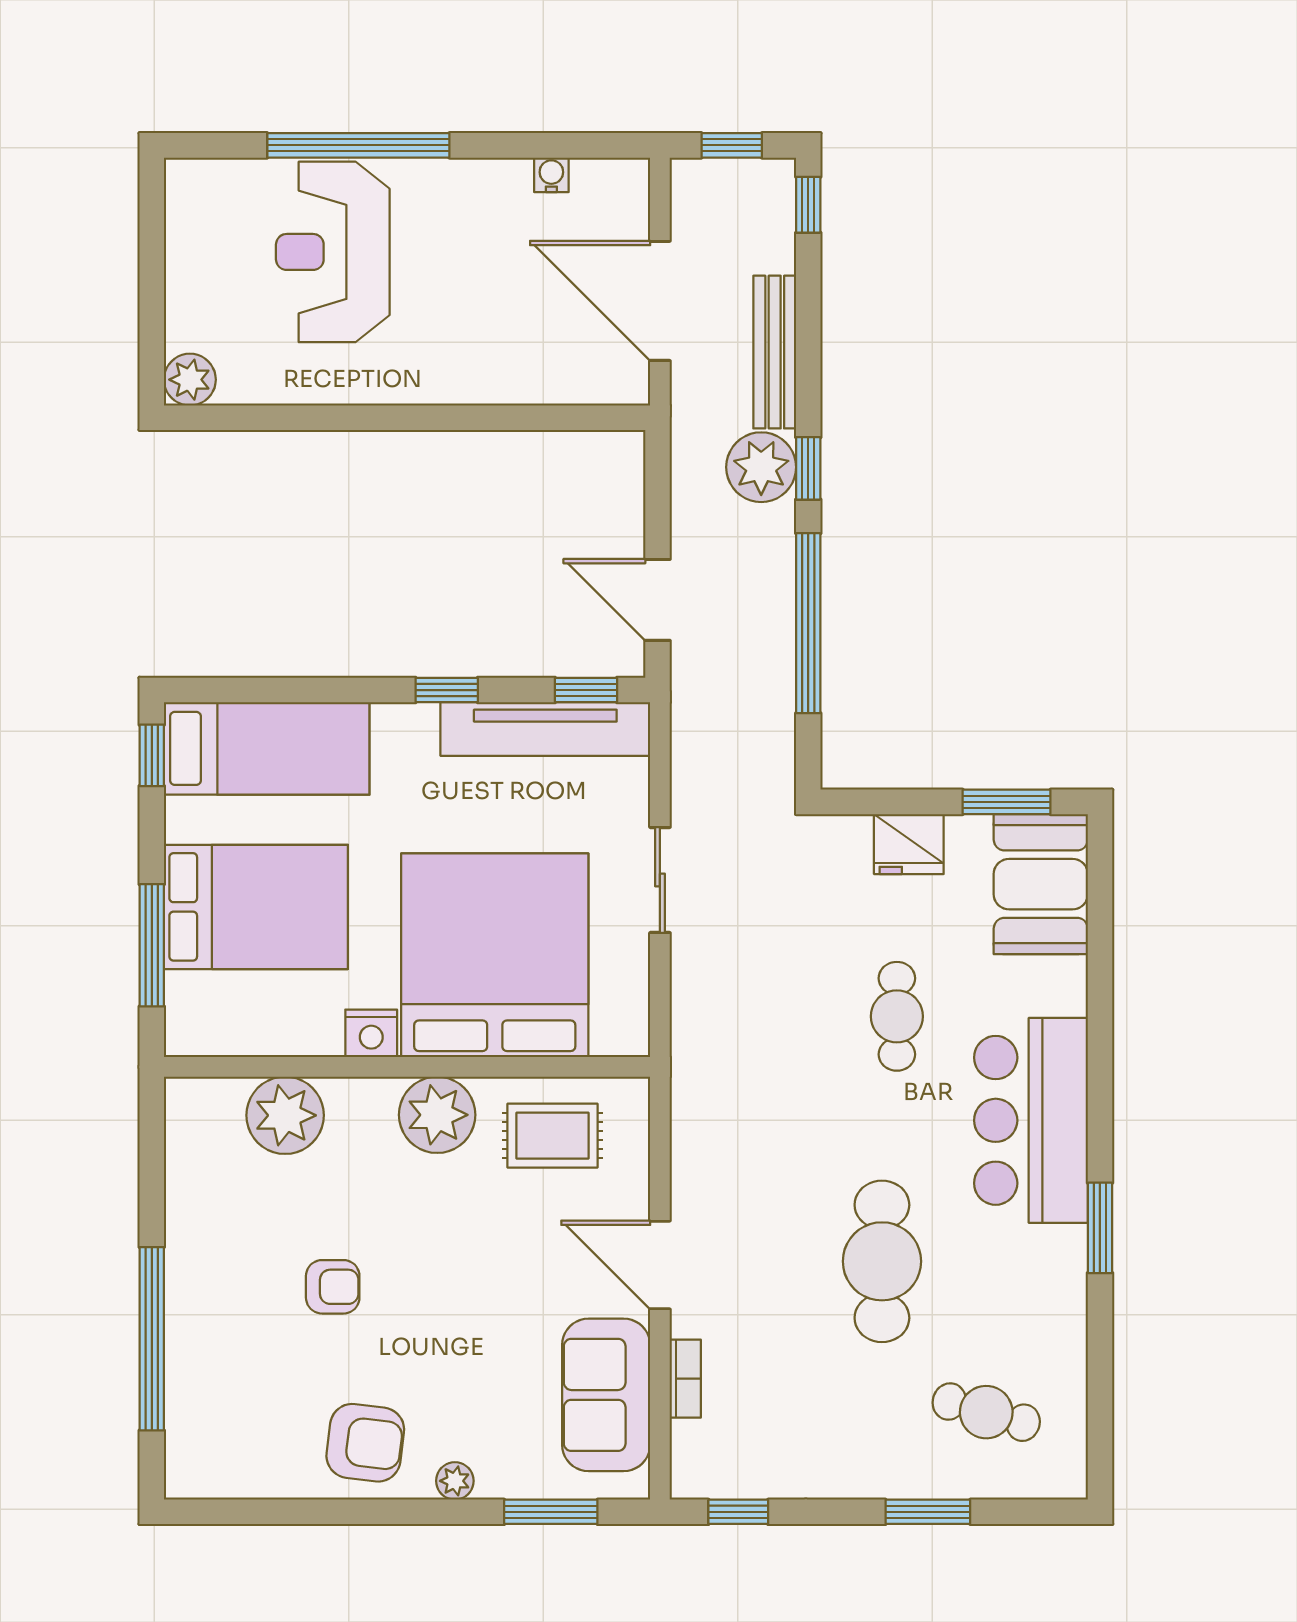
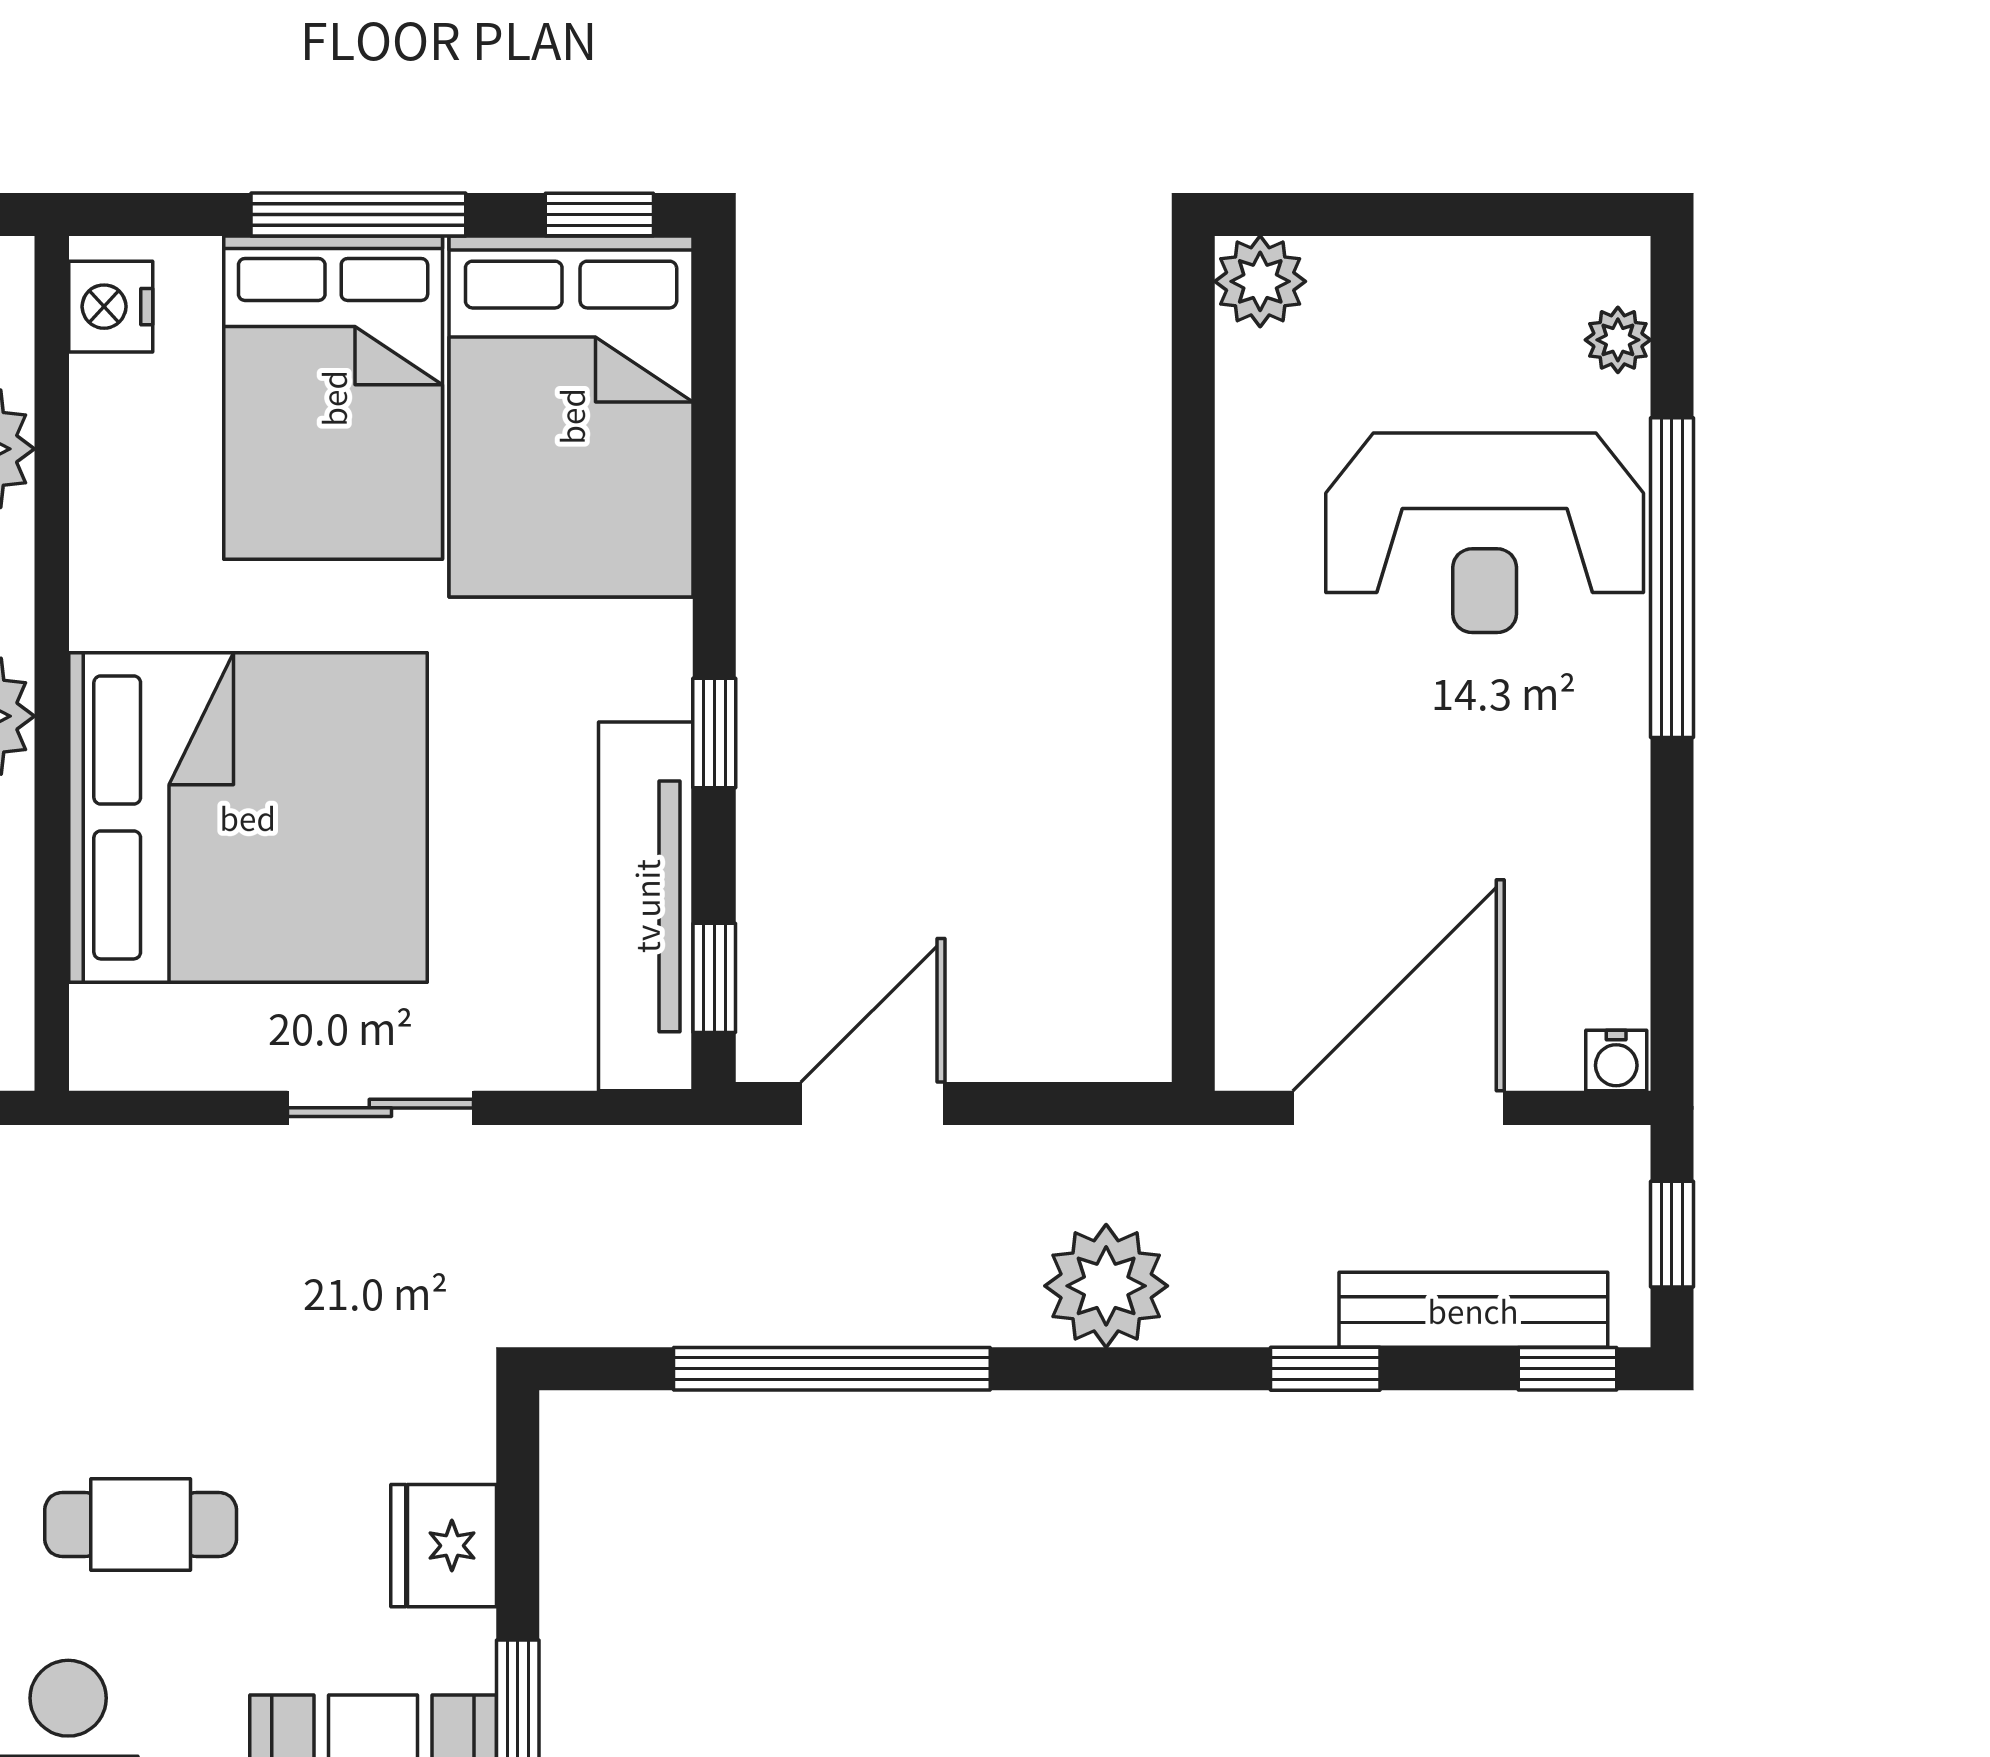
water cooler: (551, 175) -> (1616, 1060), moved, turned 90
plant: (223, 176) -> (1618, 340), added
reception desk: (333, 252) -> (1485, 533), turned 180
bench: (775, 352) -> (1473, 1310), moved
window: (808, 468) -> (1325, 1369), moved
bed: (267, 748) -> (571, 416), width x1.50
window: (152, 945) -> (358, 214), moved
nightstand: (371, 1033) -> (111, 307), moved

